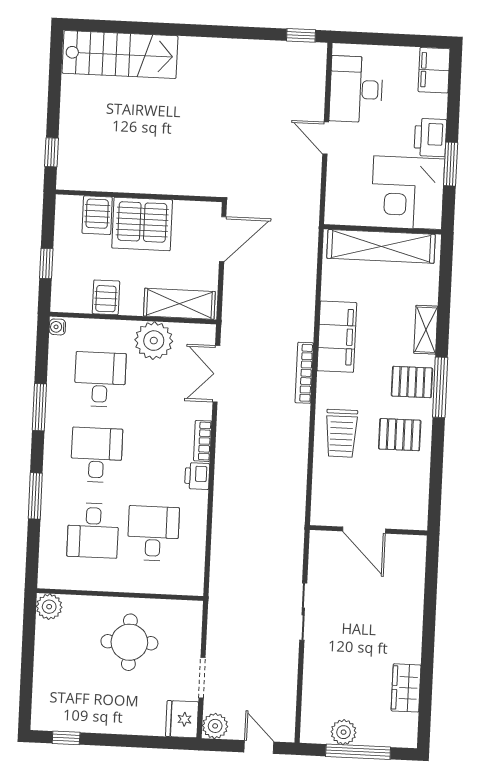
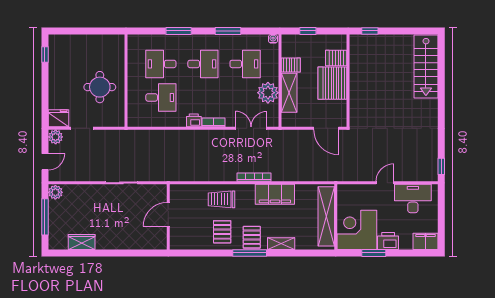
shelving: (179, 304) -> (289, 93), moved
plant: (49, 607) -> (117, 42), removed
plant: (344, 732) -> (55, 192), moved

